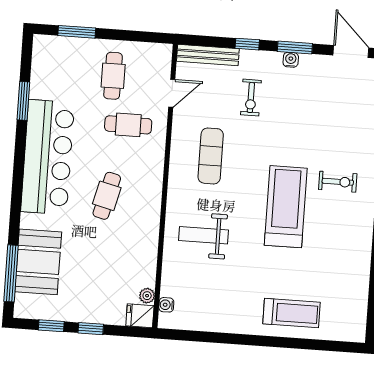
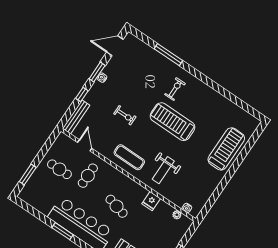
exercise bike: (251, 98) -> (125, 115), moved
window: (23, 101) -> (62, 231), moved
exercise mat: (211, 156) -> (129, 157), moved
treadmill: (291, 313) -> (226, 149), width x1.37, depth x1.38
fridge: (140, 316) -> (151, 201), moved

